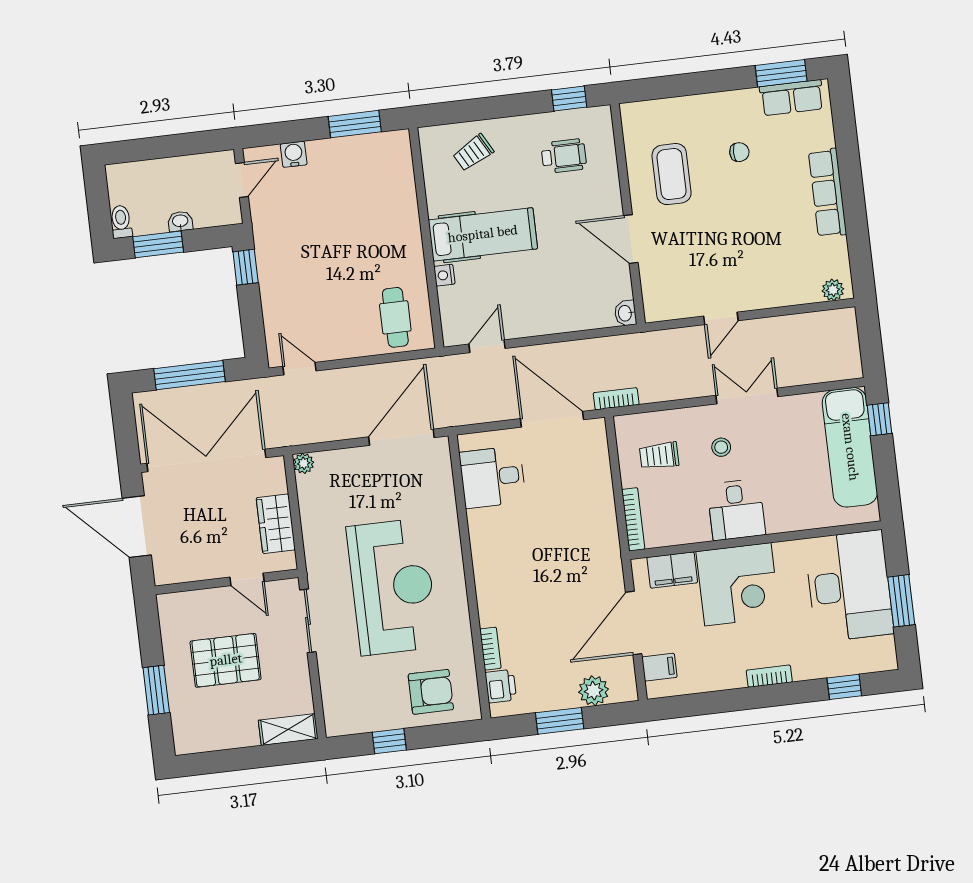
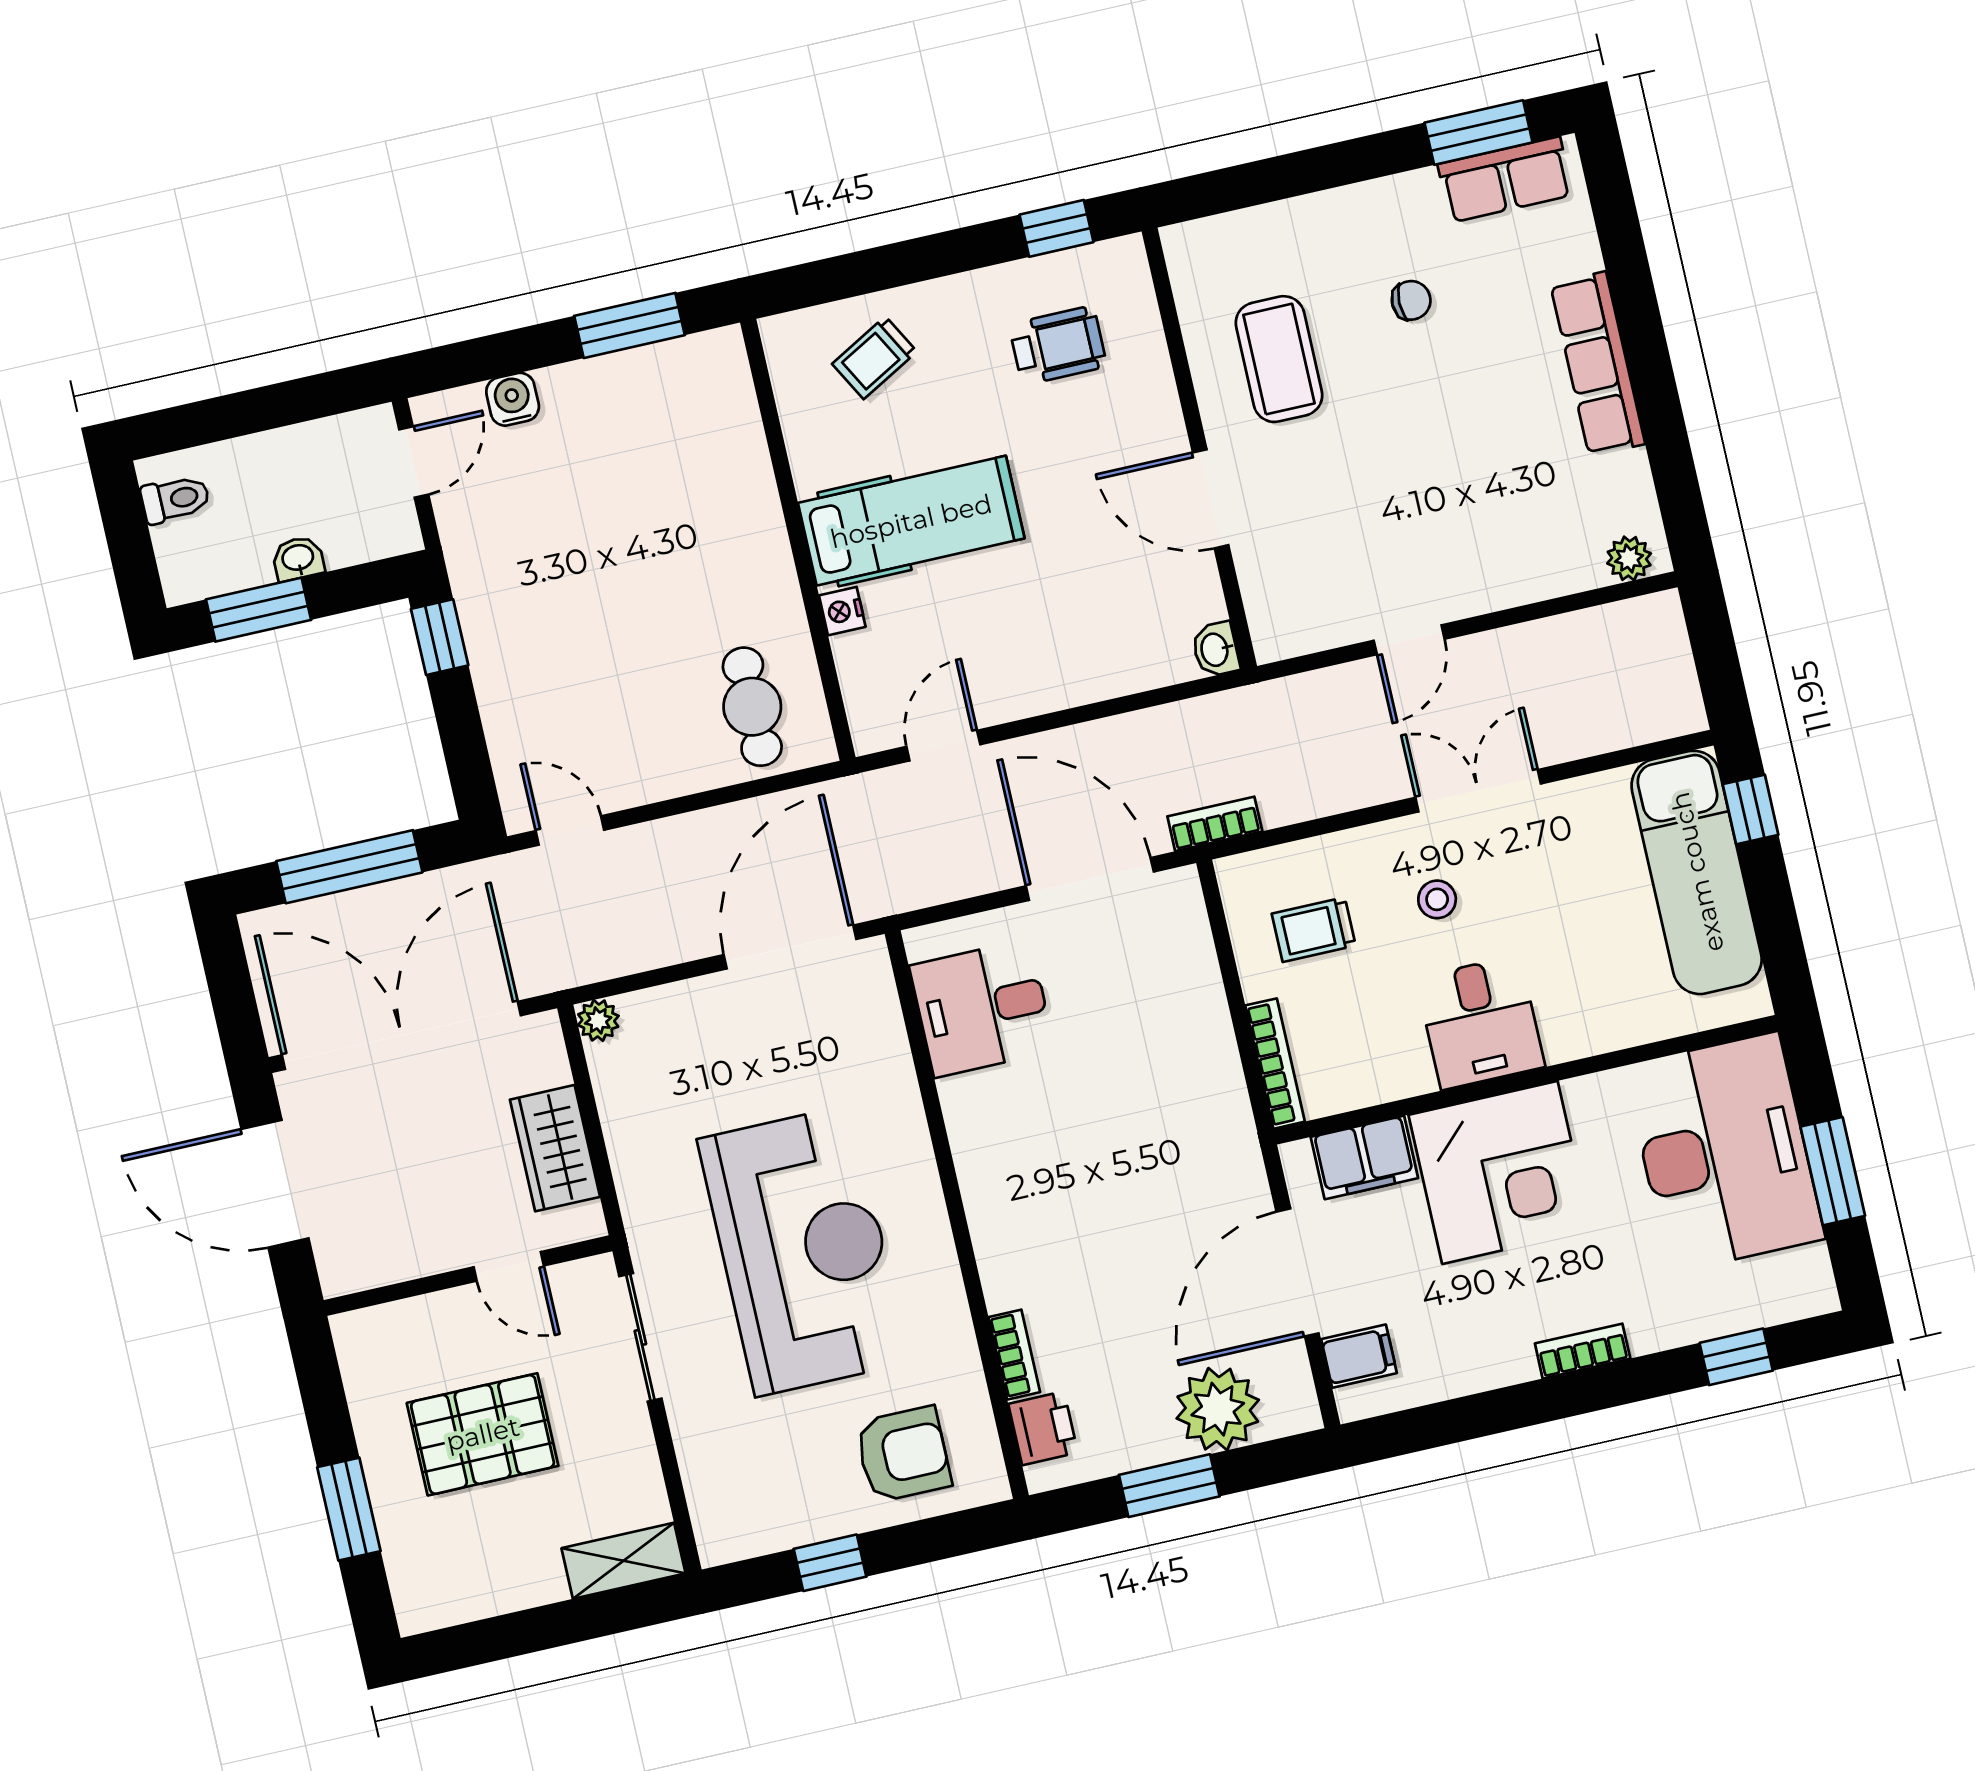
toilet: (121, 222) -> (175, 499), moved, turned 90
plant: (594, 691) -> (1218, 1409), width x1.36, depth x1.36

